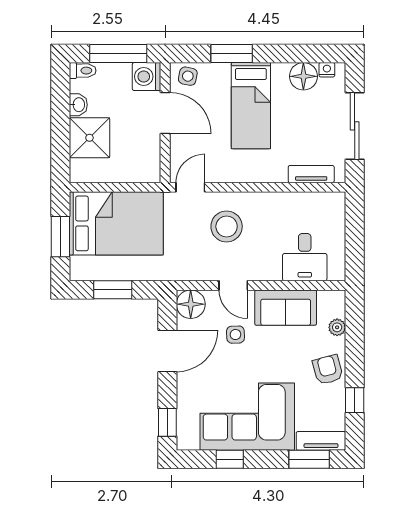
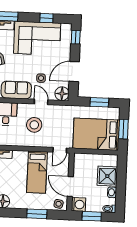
window: (118, 53) -> (92, 216), width x0.69
bed: (251, 106) -> (37, 172), moved, turned 180
stool: (227, 226) -> (34, 125), moved

